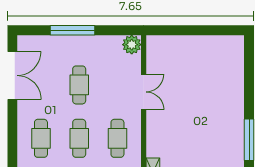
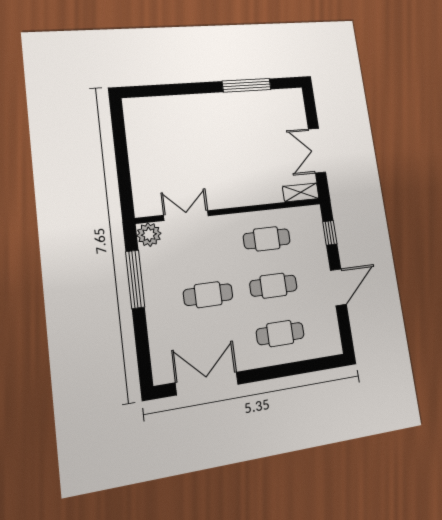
window: (73, 30) -> (135, 279), moved
double door: (144, 92) -> (186, 216), moved

